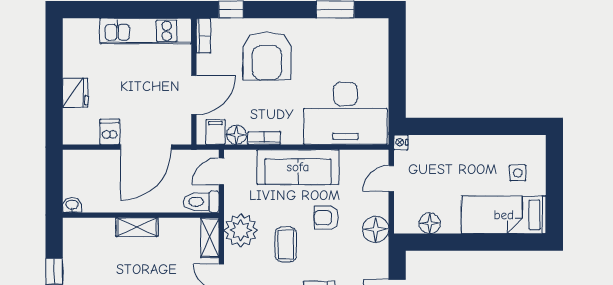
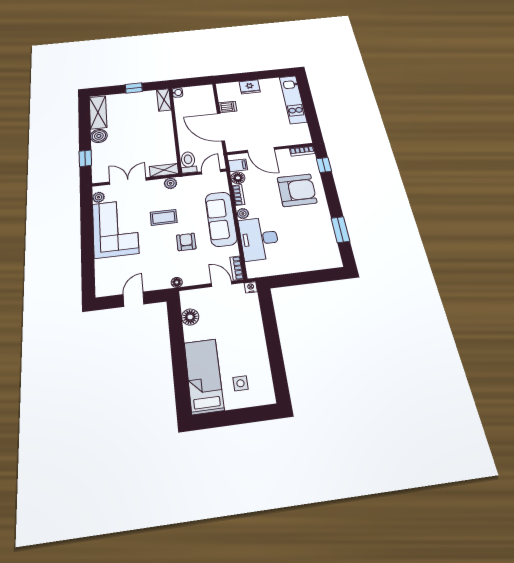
kitchen unit: (146, 31) -> (293, 99), moved
armchair: (267, 56) -> (297, 190), turned 180
desk: (345, 113) -> (259, 239), width x0.73, depth x0.77
plant: (294, 136) -> (243, 213), added
bookcase: (372, 156) -> (237, 268), added
door: (221, 171) -> (211, 172), hinge flipped
shelving: (137, 227) -> (164, 100), moved
floor lamp: (376, 229) -> (177, 282), width x0.53, depth x0.53
plant: (241, 230) -> (171, 183), width x0.53, depth x0.53

